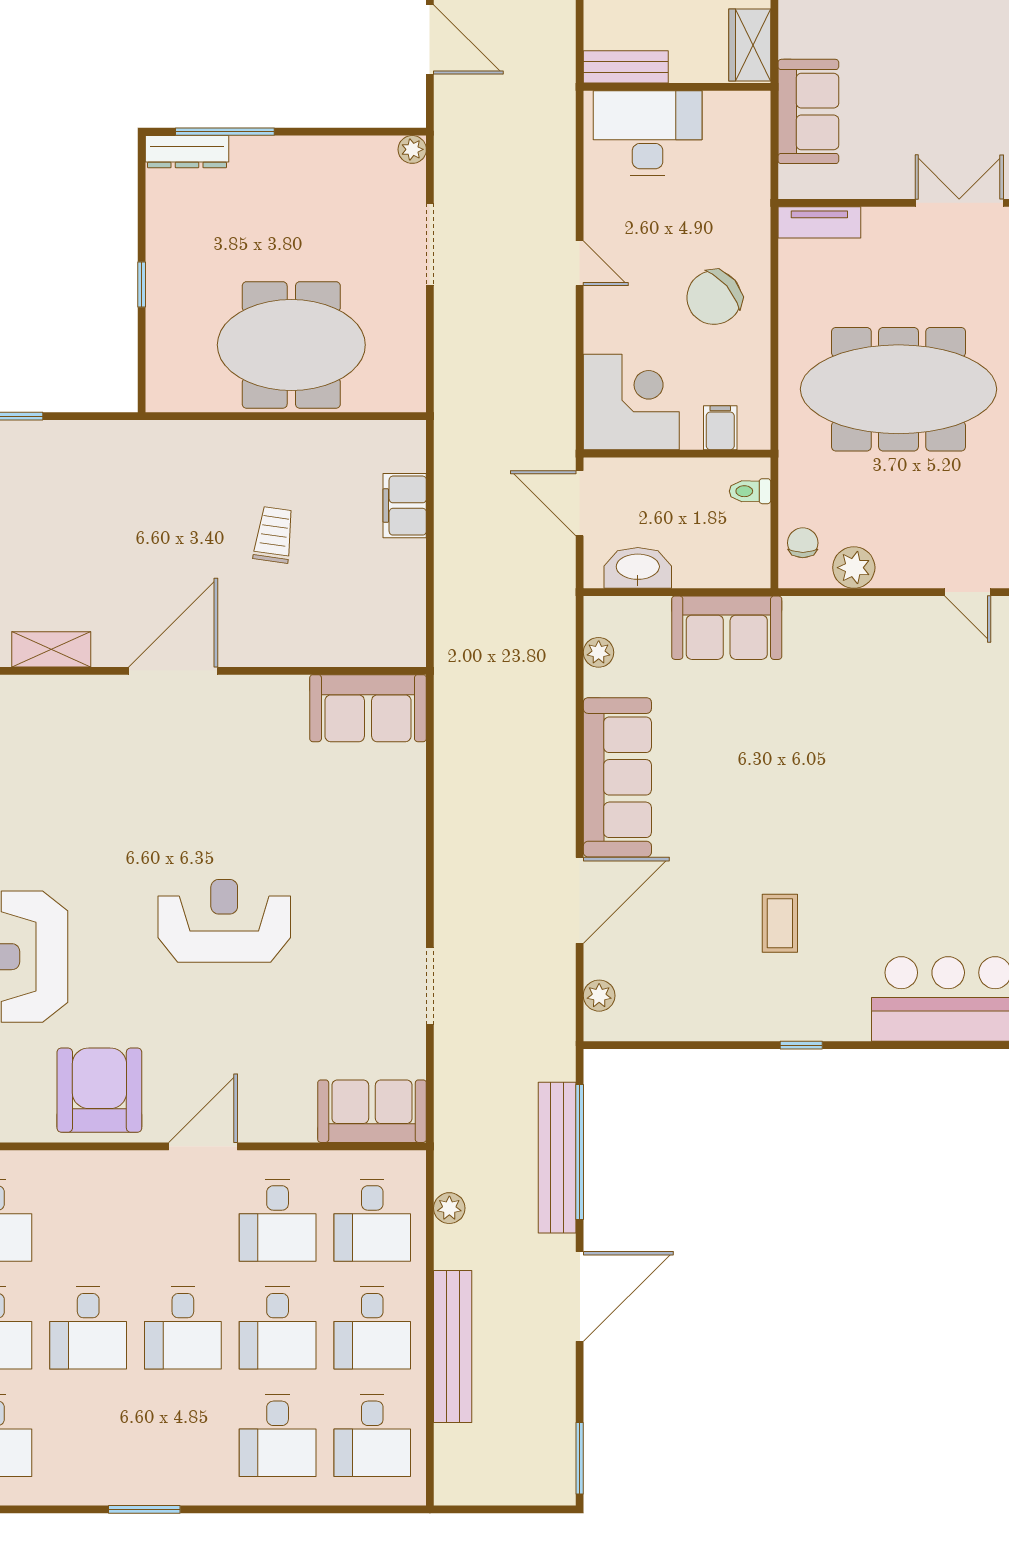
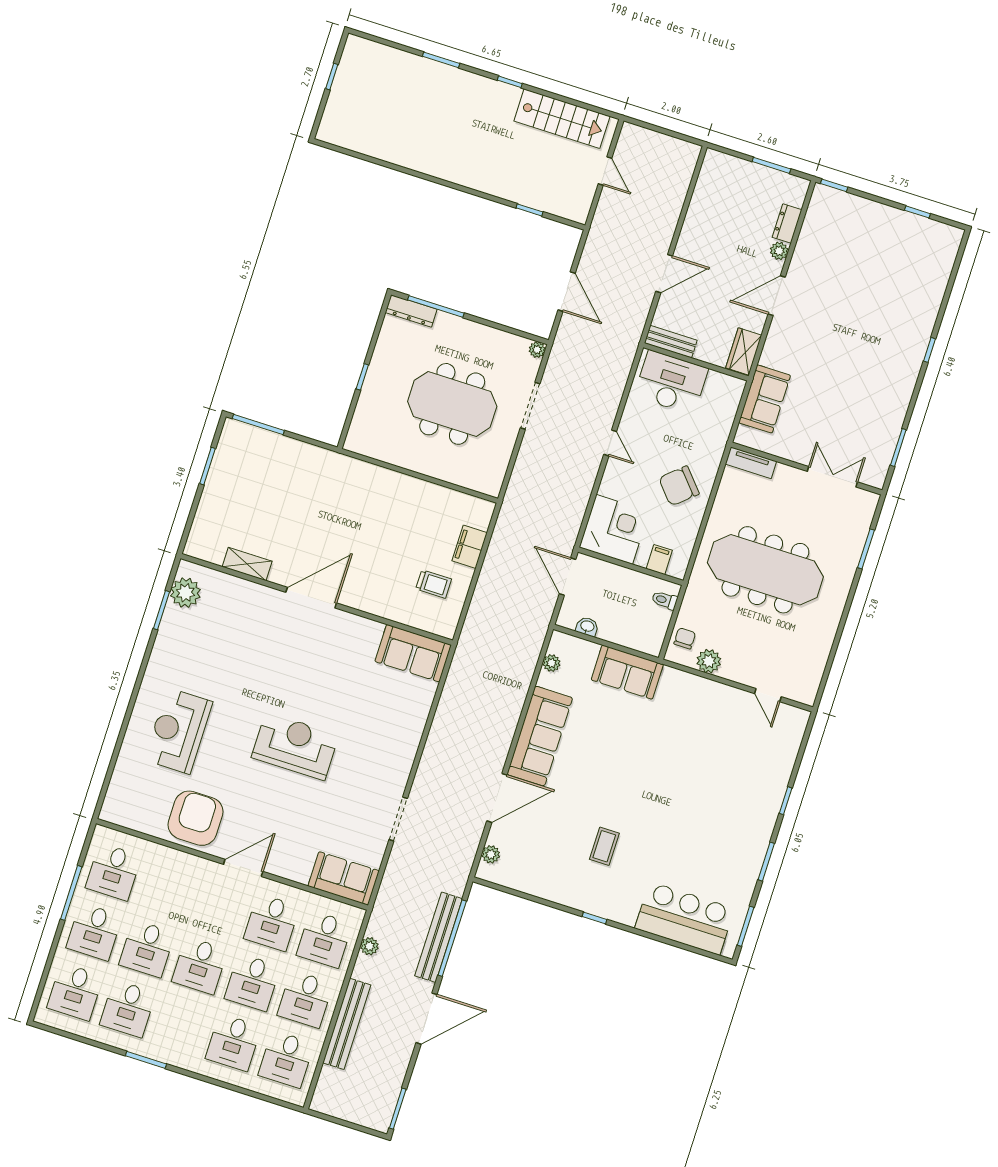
meeting table: (291, 345) -> (452, 404), moved
trolley: (274, 535) -> (434, 584), moved, turned 82
washbasin: (638, 568) -> (587, 627), width x0.52, depth x0.69
desk: (88, 1436) -> (128, 1009), added

